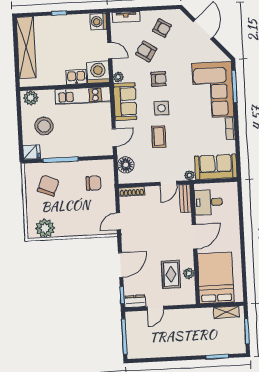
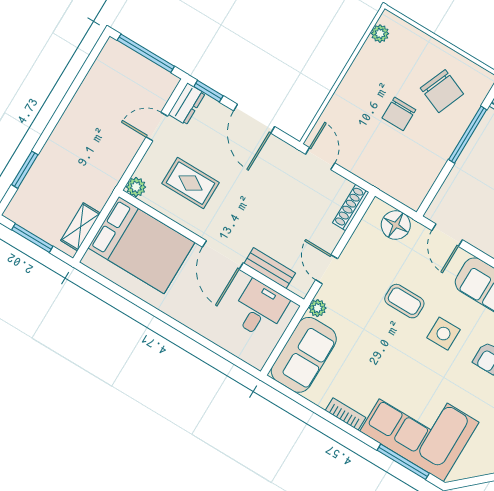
chair: (94, 183) -> (399, 114), moved
bench: (185, 198) -> (270, 268), moved
plant: (45, 228) -> (380, 34), width x0.53, depth x0.53
plant: (189, 273) -> (136, 187), moved
door: (155, 308) -> (157, 127), hinge flipped

